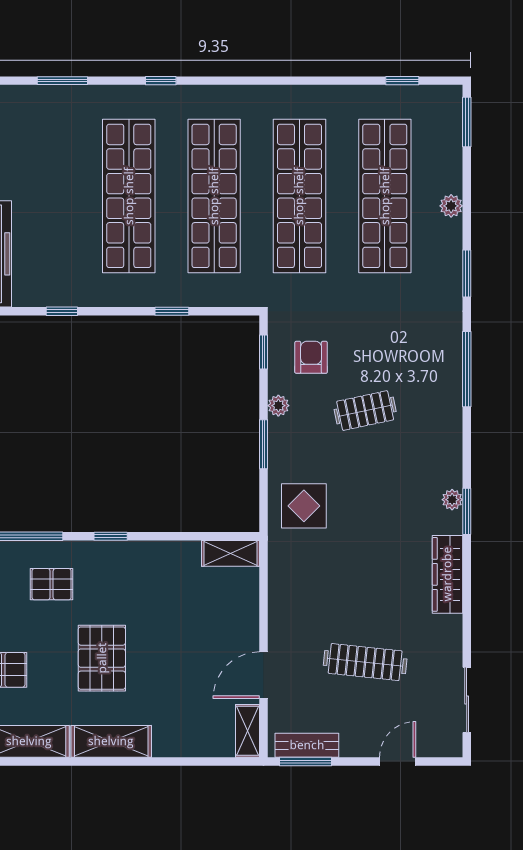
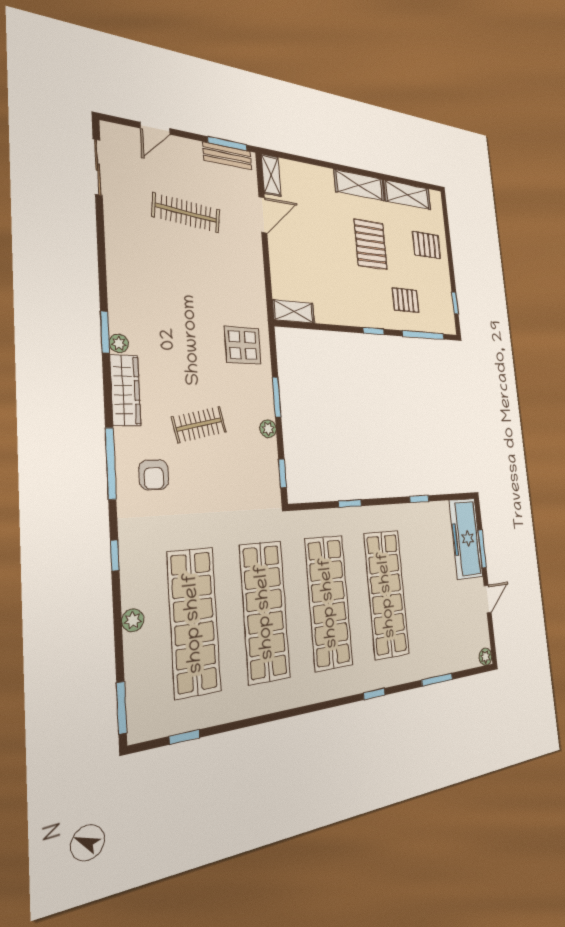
window: (467, 273) -> (115, 555), width x0.67
armchair: (311, 357) -> (154, 475), moved
wardrobe: (447, 574) -> (125, 390), moved

